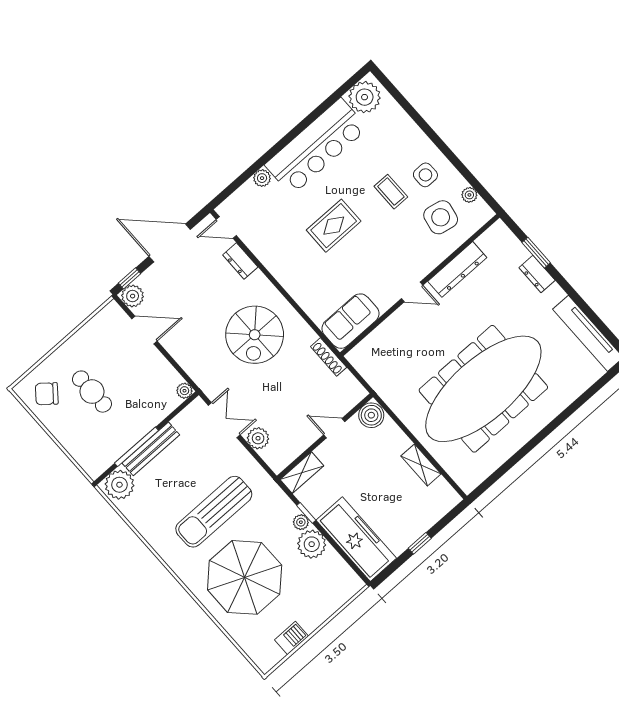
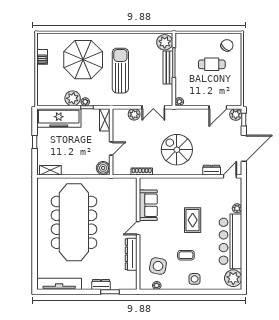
side table: (425, 175) -> (195, 279), moved
sofa: (350, 321) -> (148, 205), moved
shelving: (421, 465) -> (50, 170), moved

